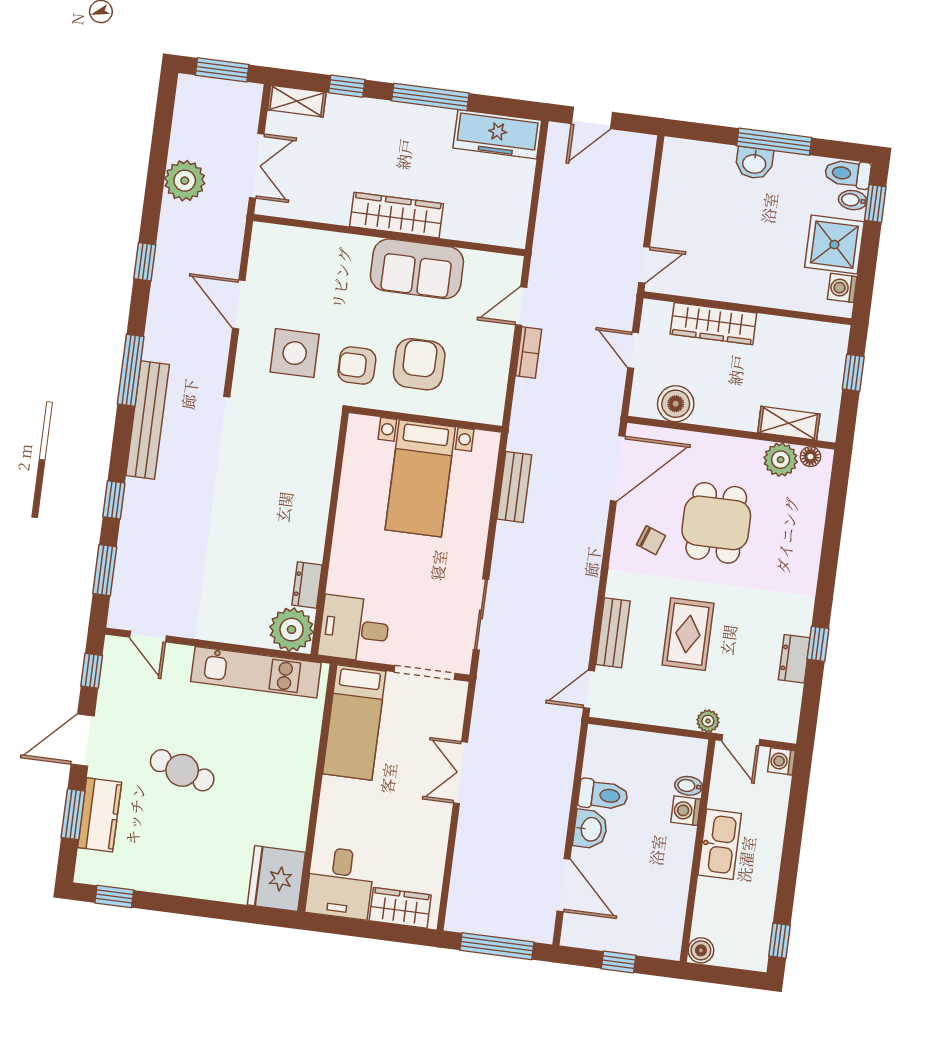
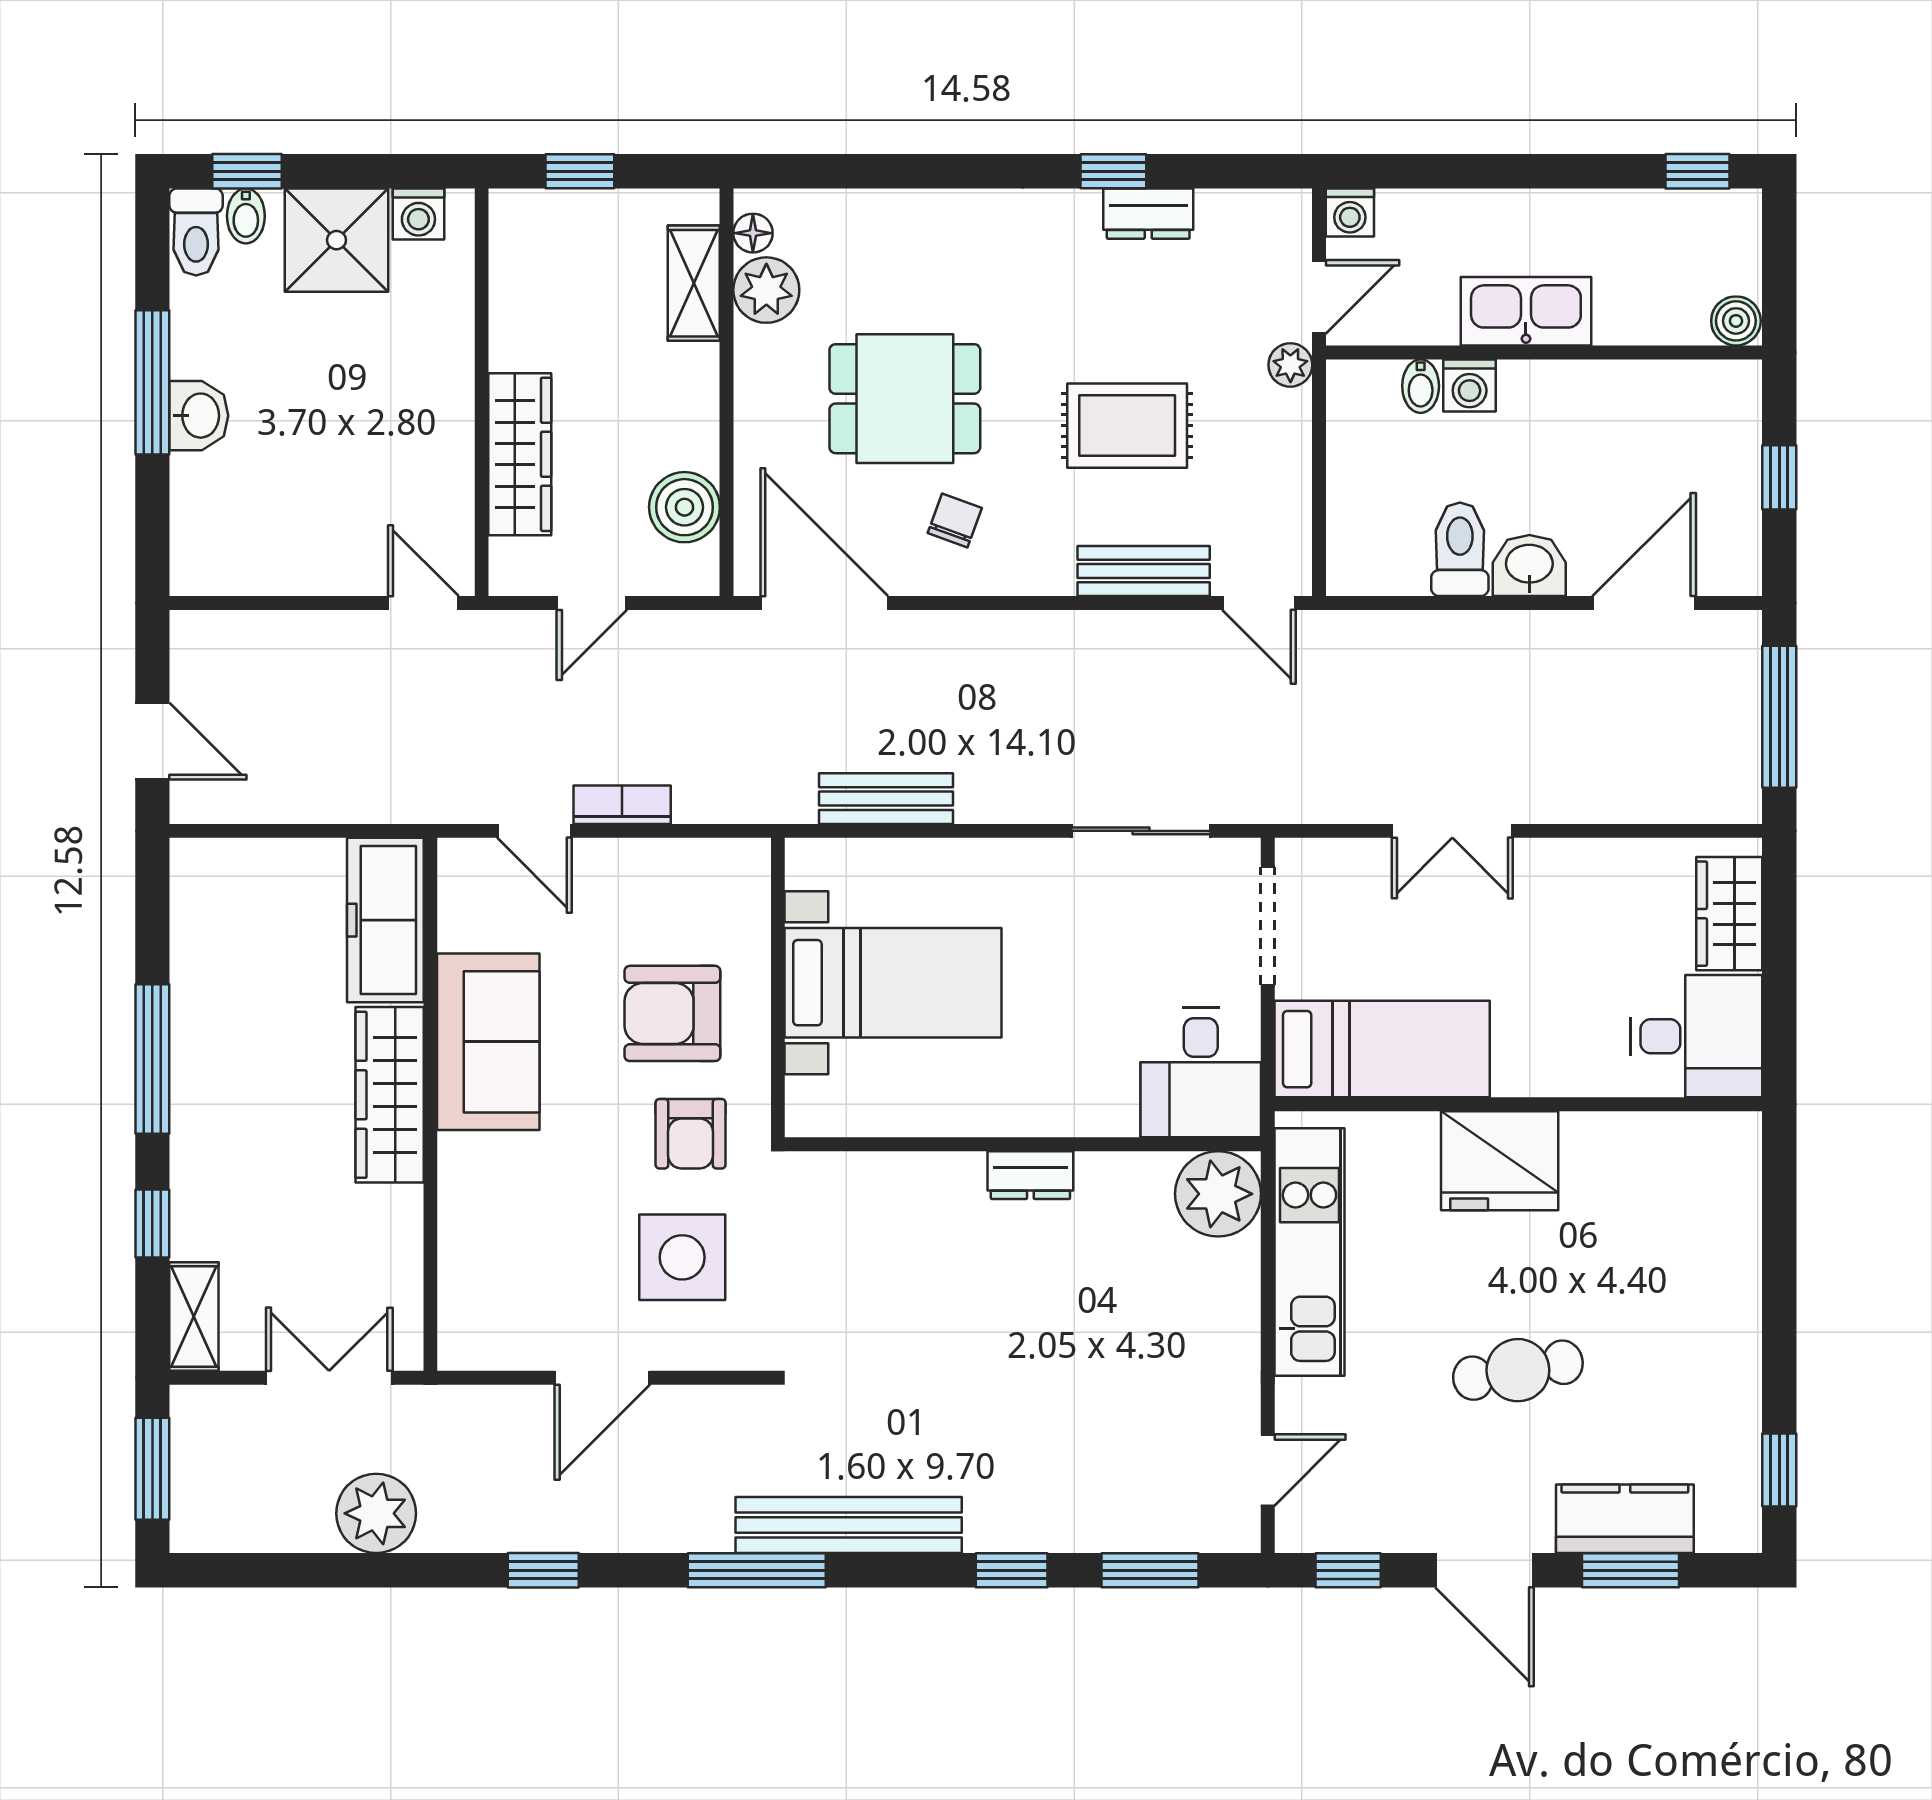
freezer: (497, 134) -> (385, 920), moved, turned 180
dresser: (307, 585) -> (1030, 1175), moved
cafe table: (182, 770) -> (1518, 1370), turned 63
fridge: (276, 879) -> (1500, 1161), moved

